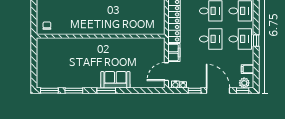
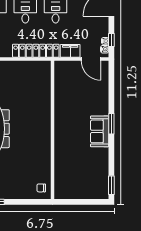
sofa: (115, 80) -> (100, 131), moved
window: (74, 91) -> (111, 159), removed
window: (195, 91) -> (111, 40), moved

